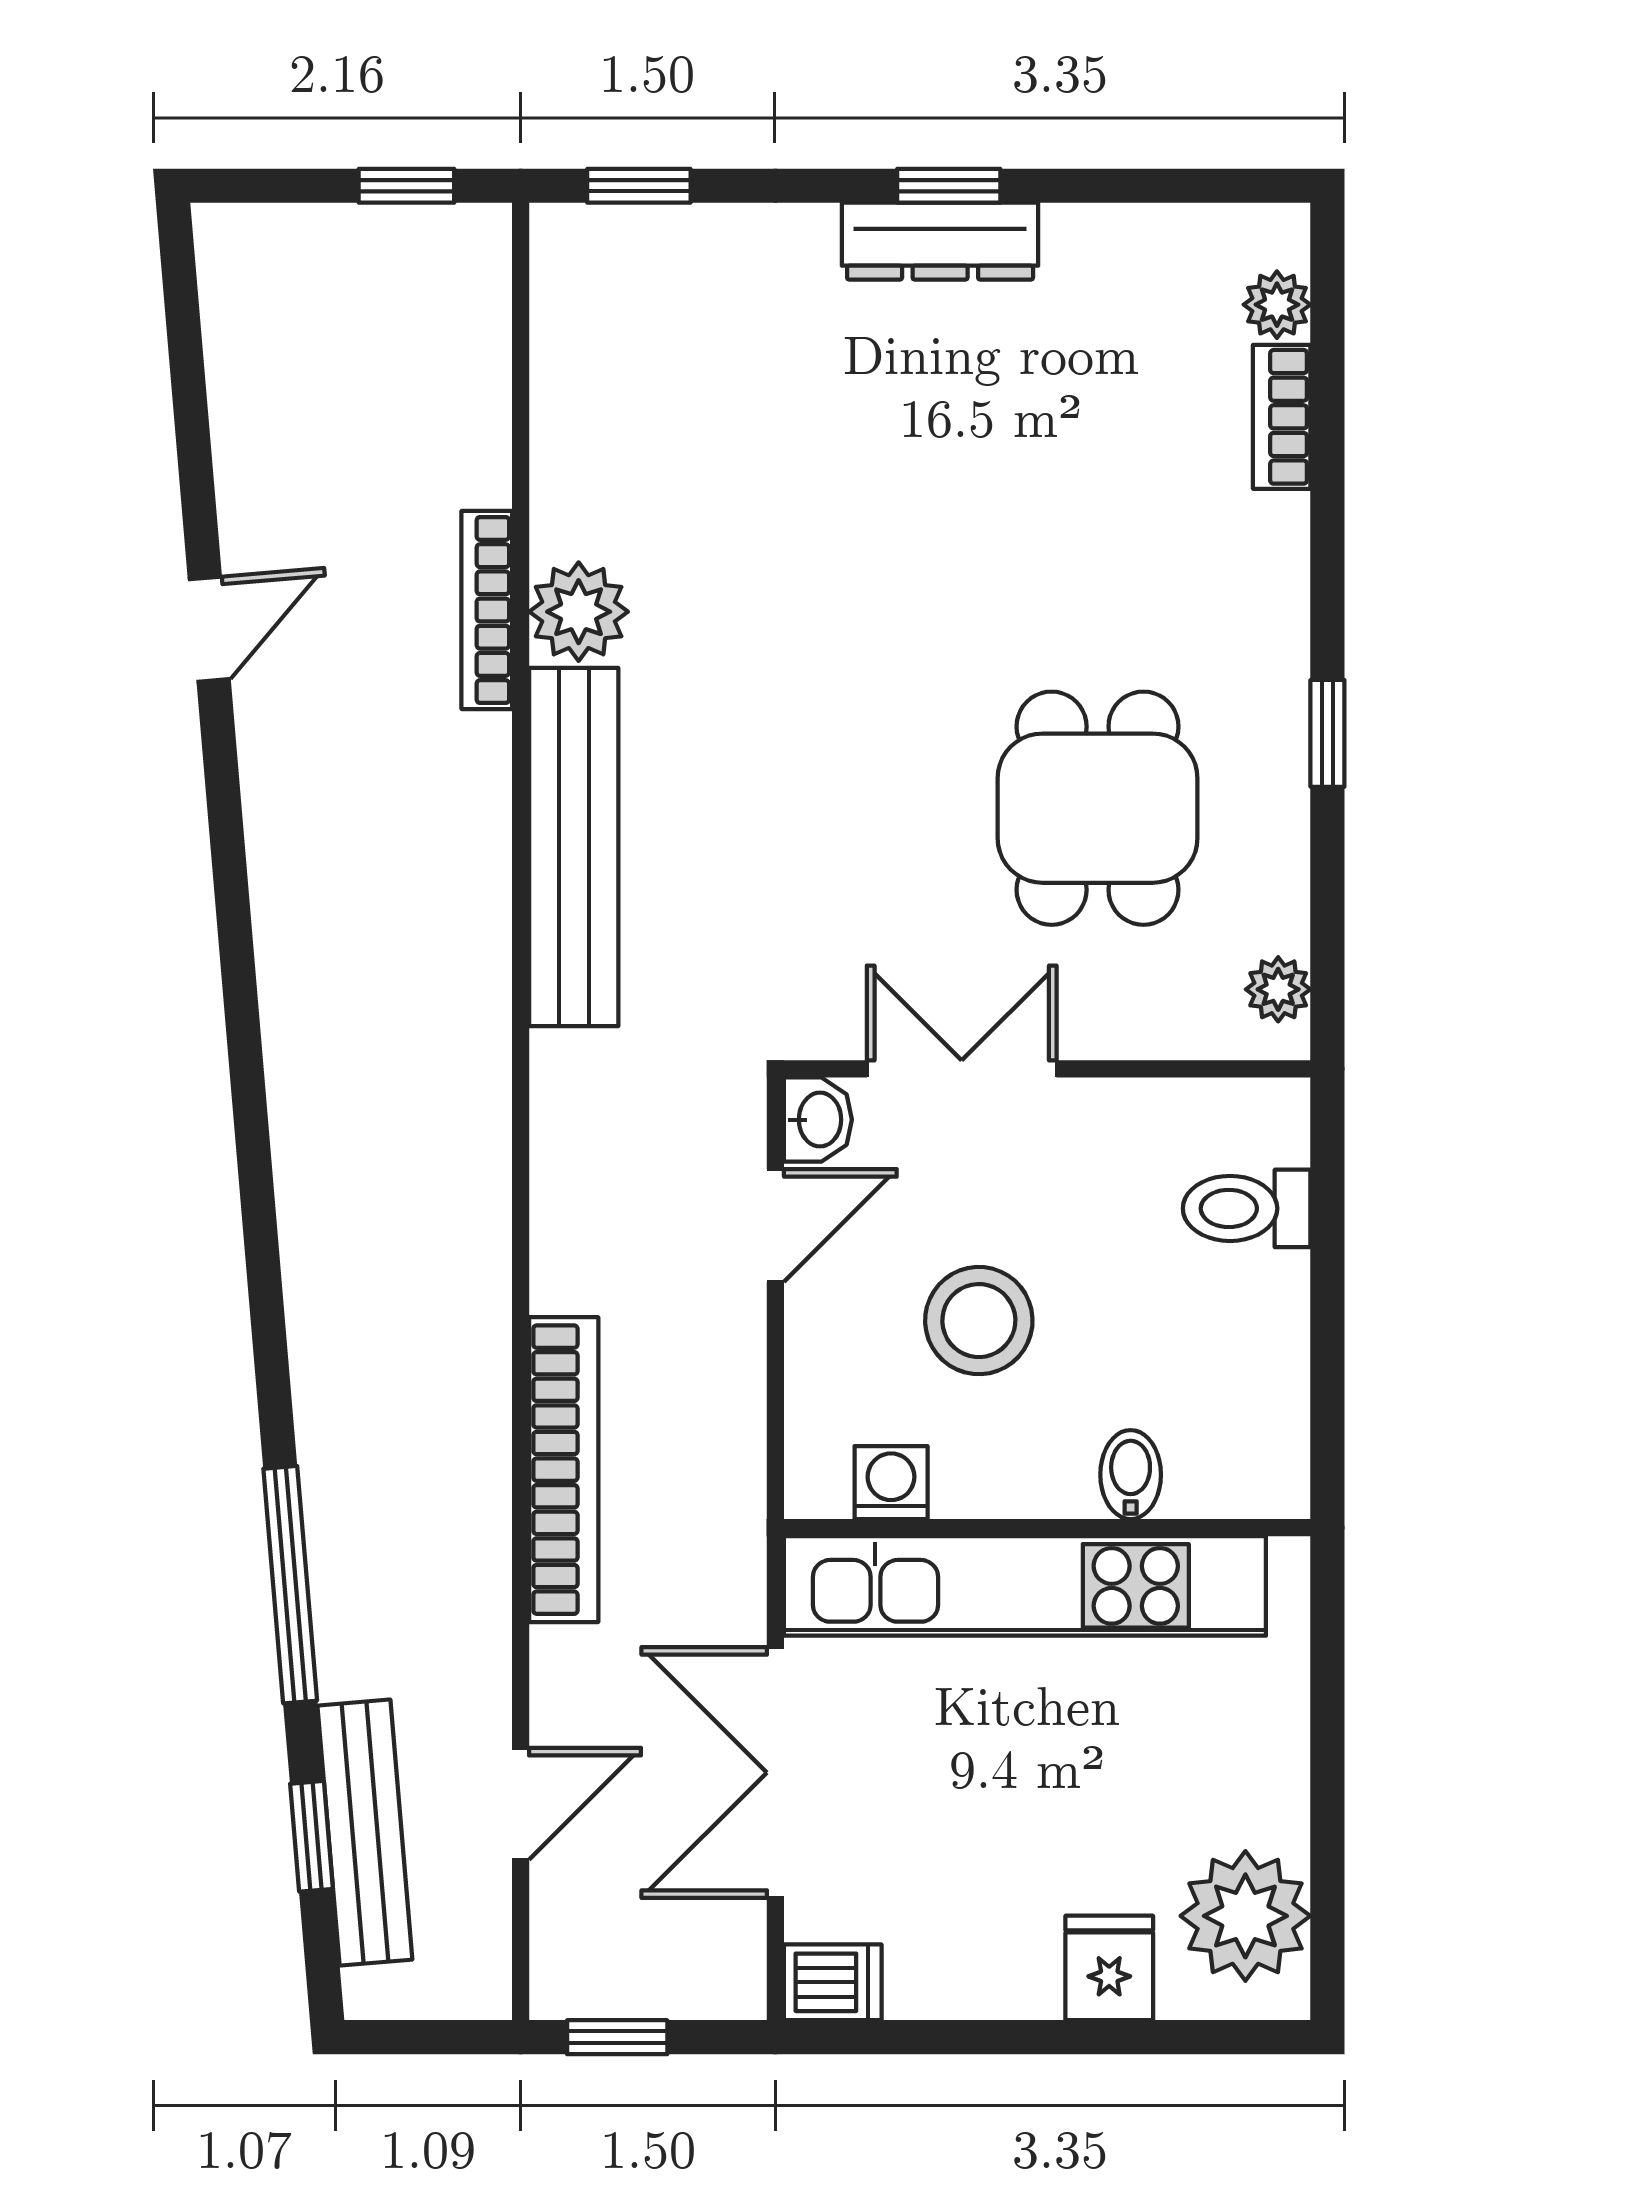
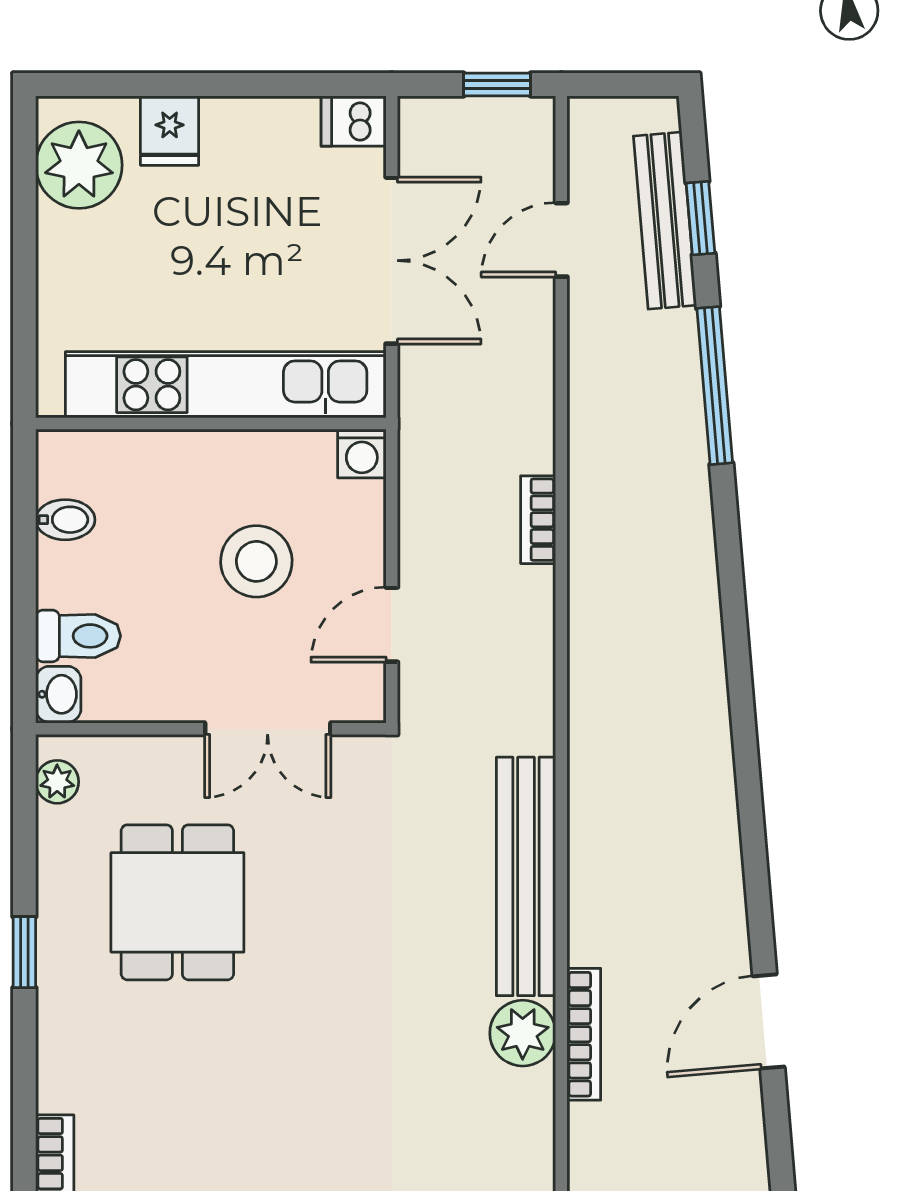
door: (209, 629) -> (769, 1021), width x1.38
washbasin: (818, 1120) -> (58, 694), moved, turned 180
bookcase: (564, 1470) -> (538, 520), width x0.43, depth x0.76
bidet: (1131, 1475) -> (65, 520), moved, turned -90
washing machine: (891, 1483) -> (362, 454), moved

